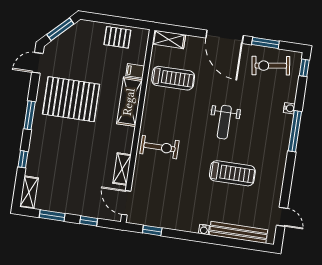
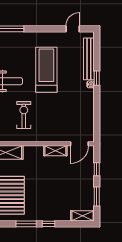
exercise bike: (160, 147) -> (24, 115), moved
window: (23, 159) -> (49, 224), moved
treadmill: (232, 173) -> (46, 70), width x1.37, depth x1.37
window: (152, 230) -> (97, 78), moved

